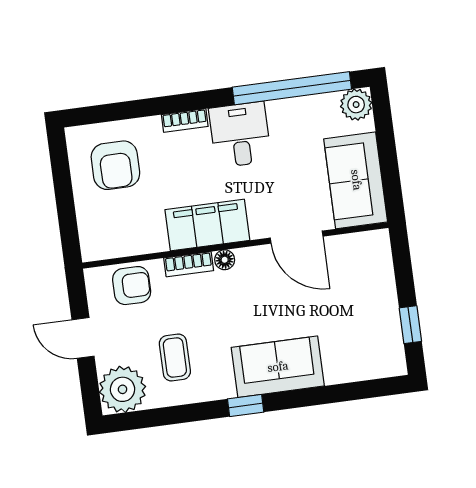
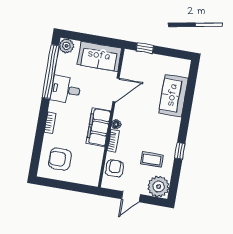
desk: (240, 135) -> (66, 90), moved
armchair: (115, 165) -> (60, 159), turned 180
window: (410, 325) -> (145, 48), moved
sofa: (278, 367) -> (173, 95), moved
window: (246, 405) -> (180, 151), moved

